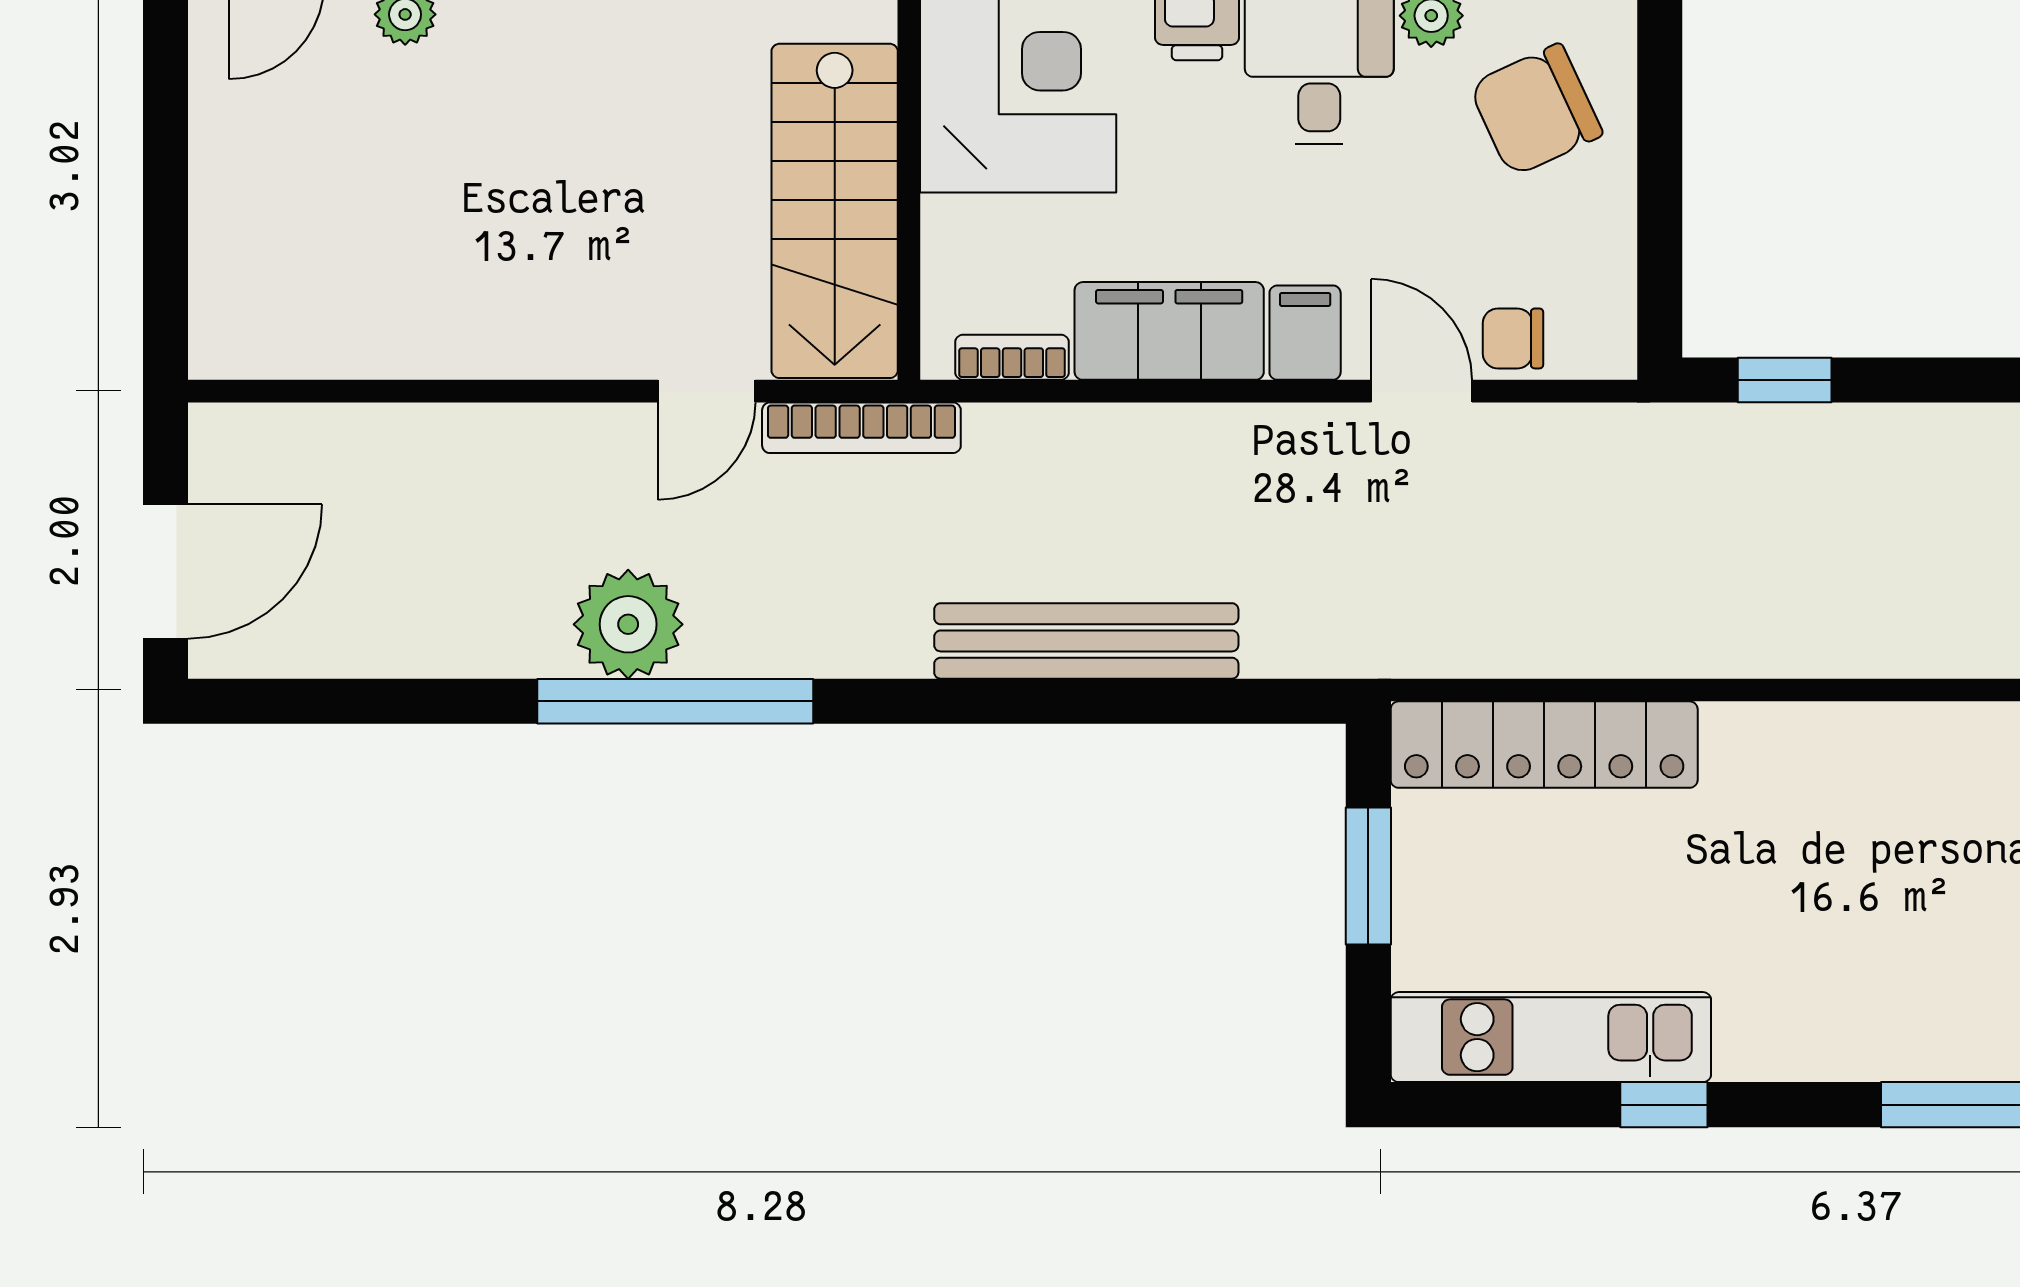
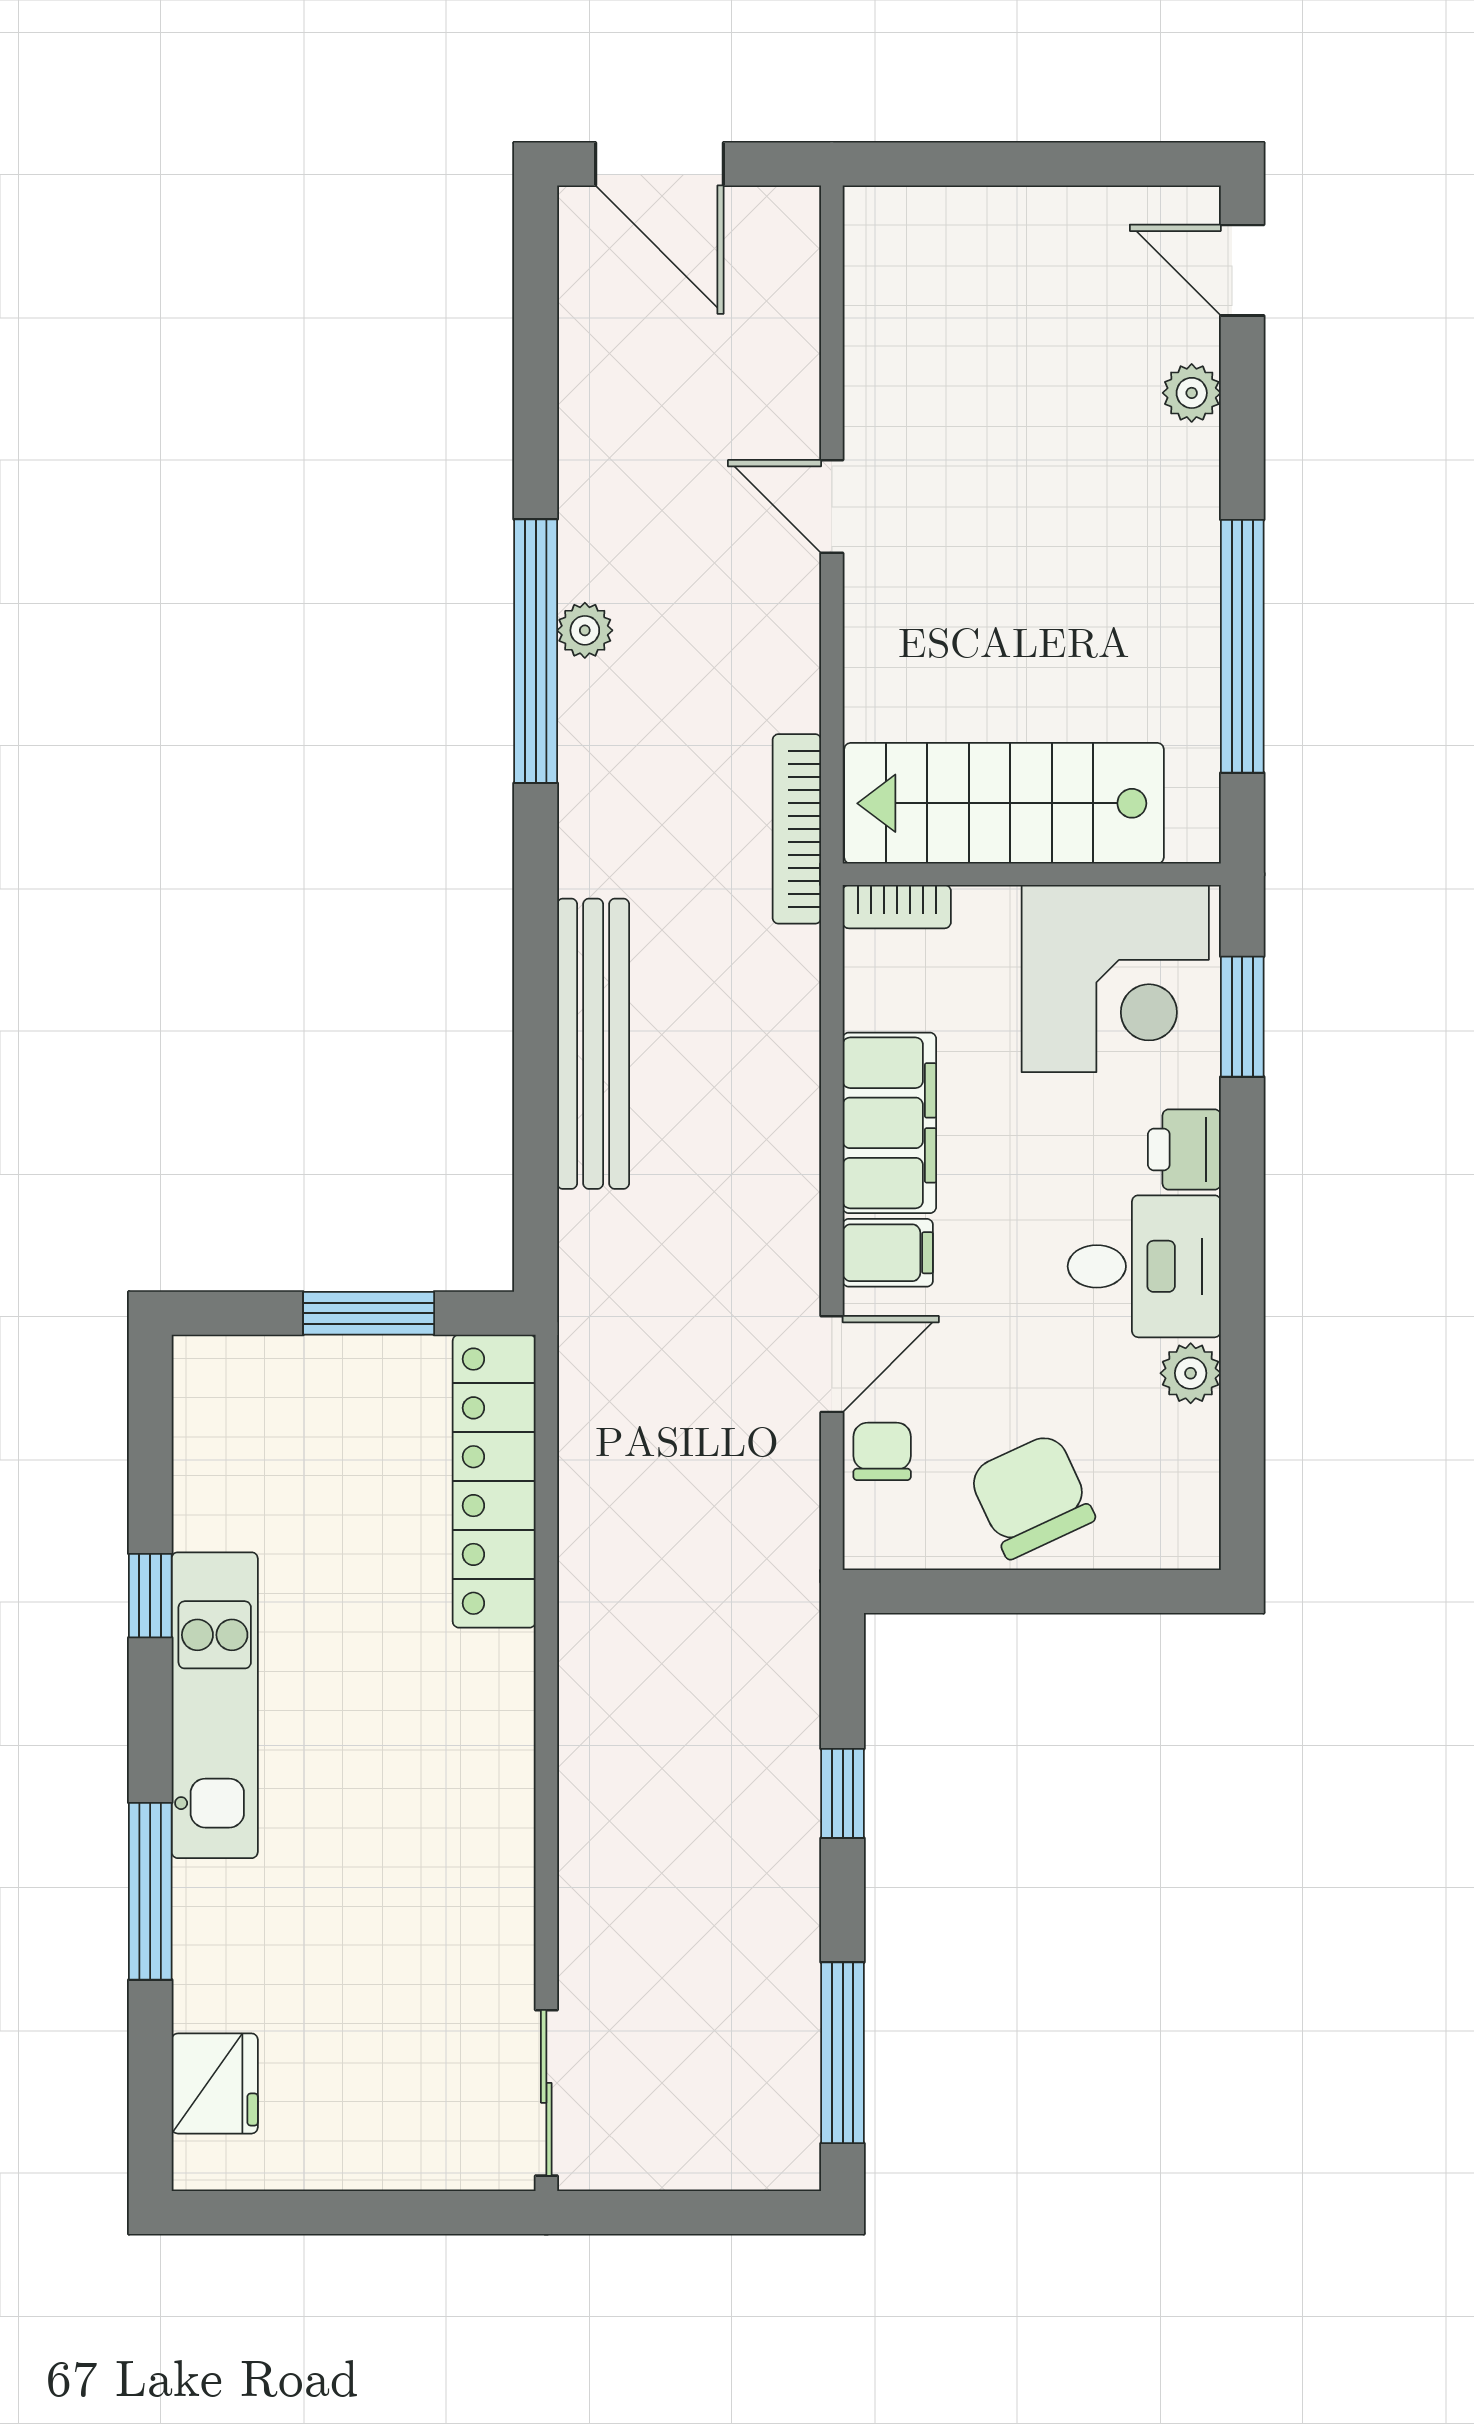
chair: (1536, 110) -> (1032, 1496), moved
bookcase: (1012, 357) -> (897, 907), moved, turned 90
window: (1785, 380) -> (843, 1793), moved
door: (707, 391) -> (832, 507), moved
plant: (628, 624) -> (585, 630), width x0.53, depth x0.53
kitchen unit: (1551, 1037) -> (215, 1705), moved

